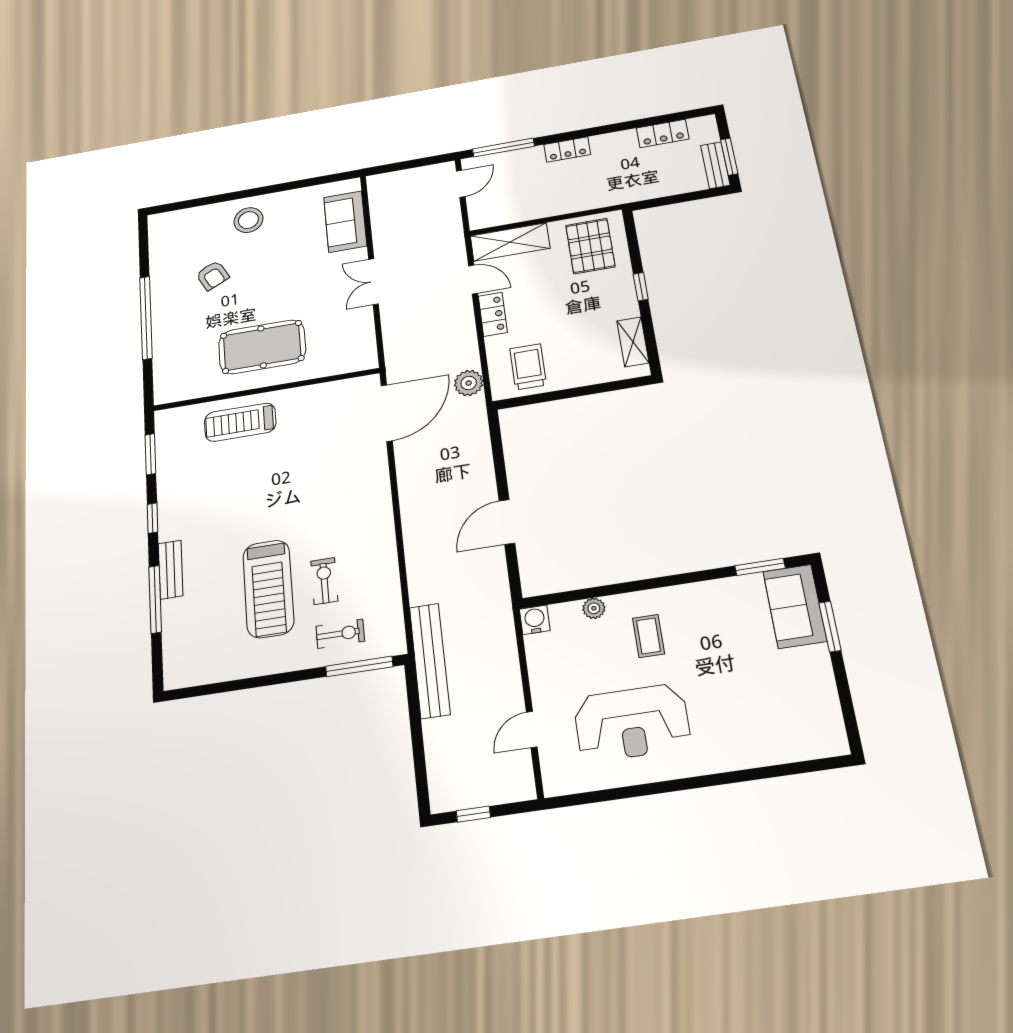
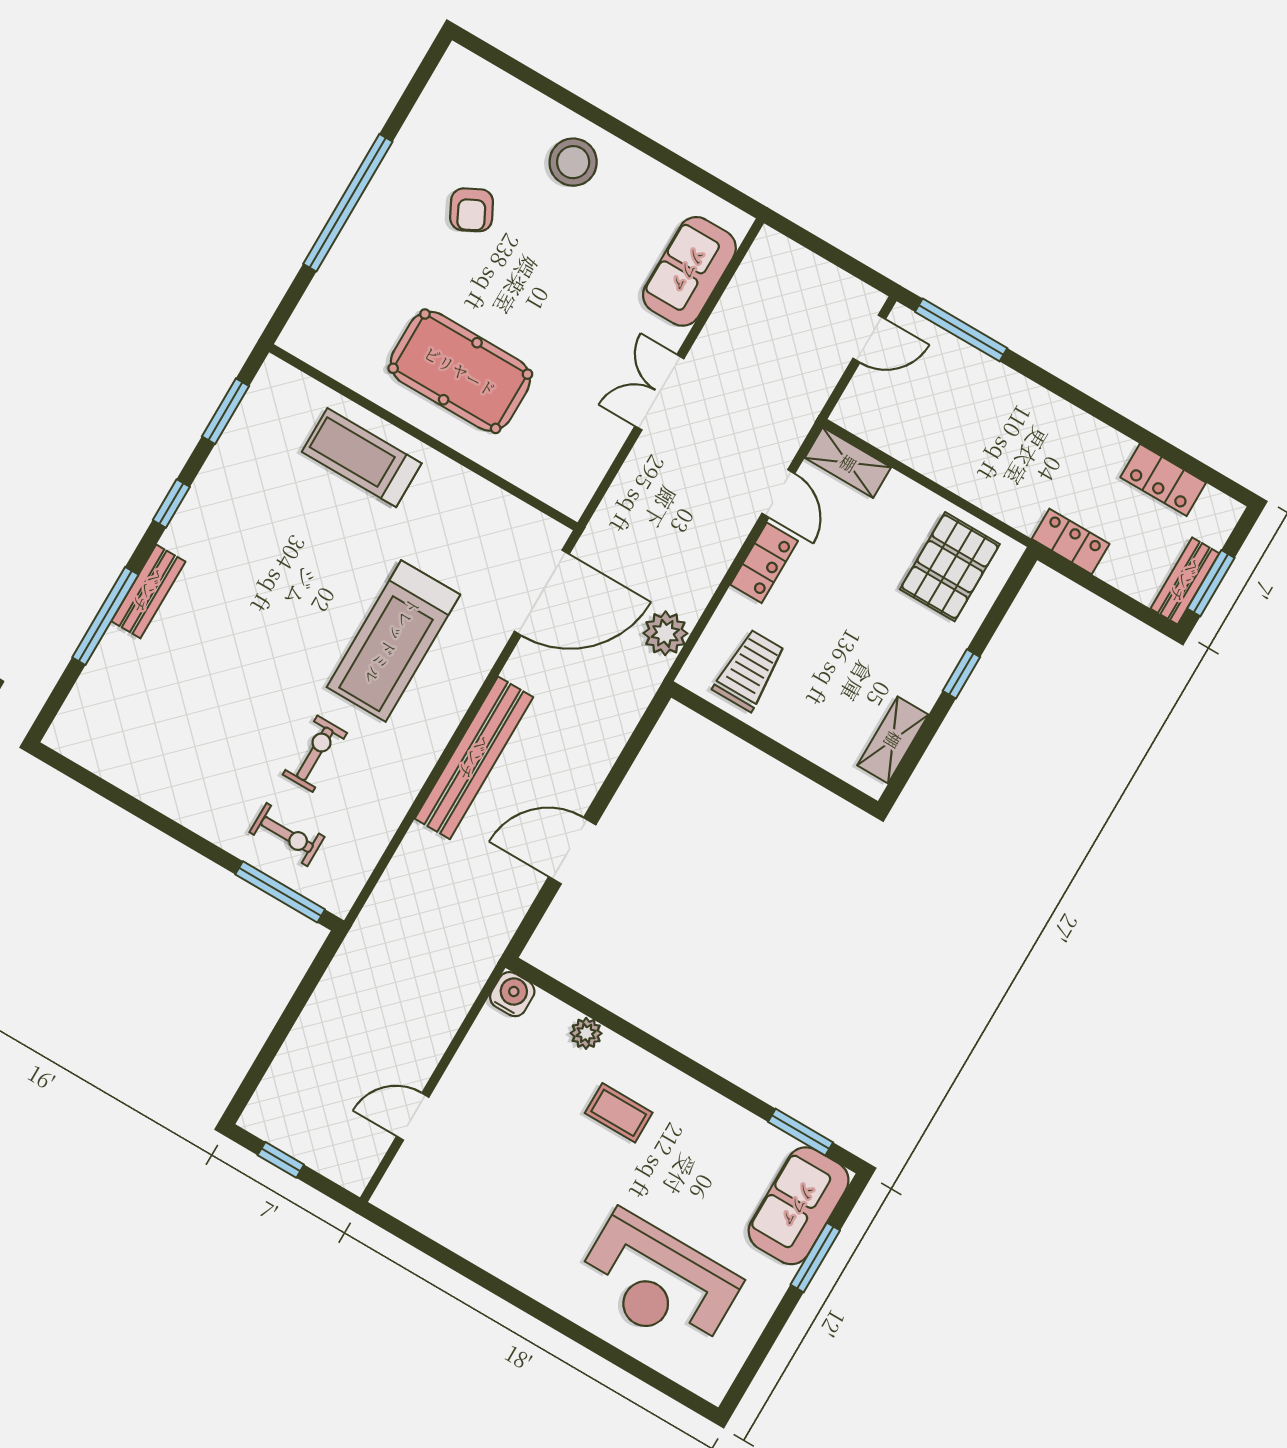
locker: (567, 150) -> (1071, 541), moved, turned 180
shelving: (510, 242) -> (848, 463), width x0.67, depth x0.75
treadmill: (268, 589) -> (393, 641), moved
coffee table: (649, 636) -> (619, 1113), turned 90
bench: (430, 660) -> (474, 758), moved
reception desk: (632, 723) -> (658, 1283), moved

